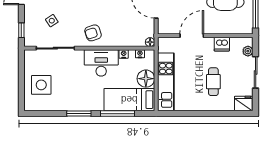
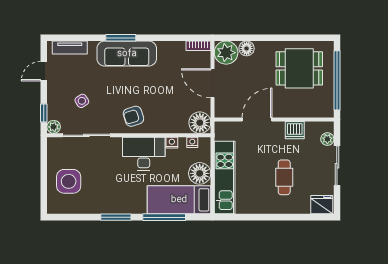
plant: (29, 41) -> (54, 127), added
floor lamp: (150, 42) -> (200, 123), width x1.89, depth x1.89

